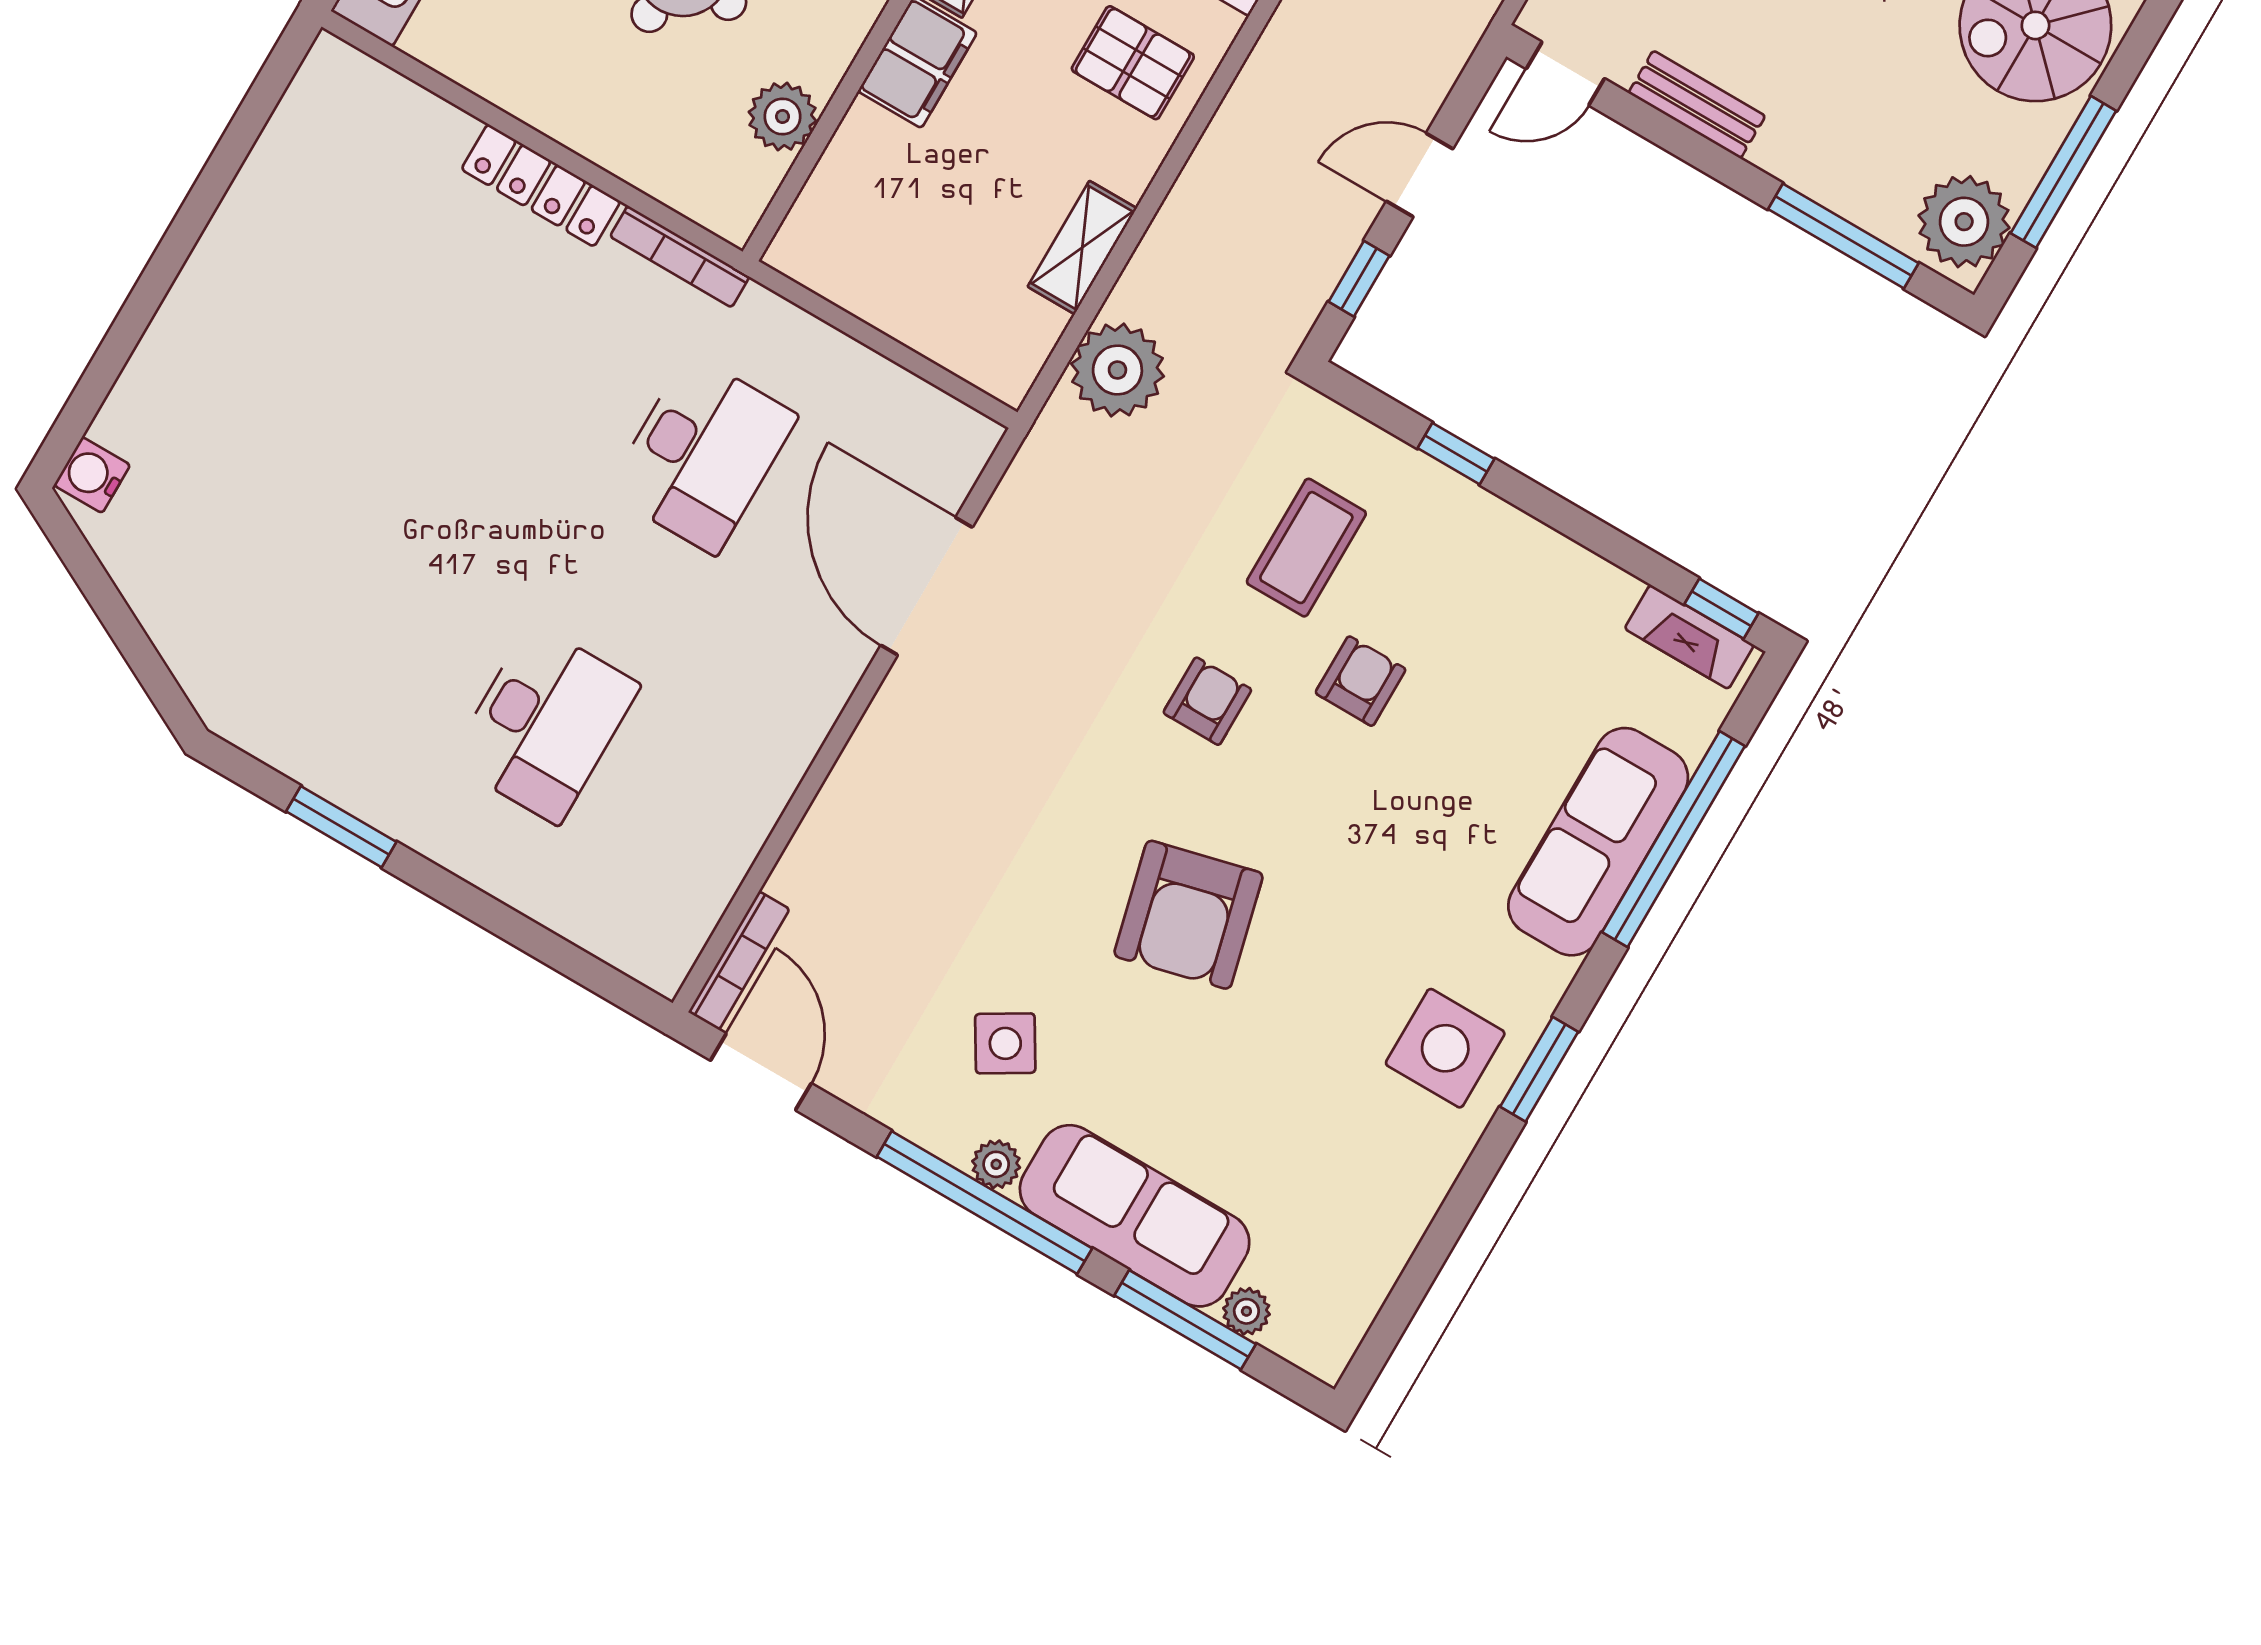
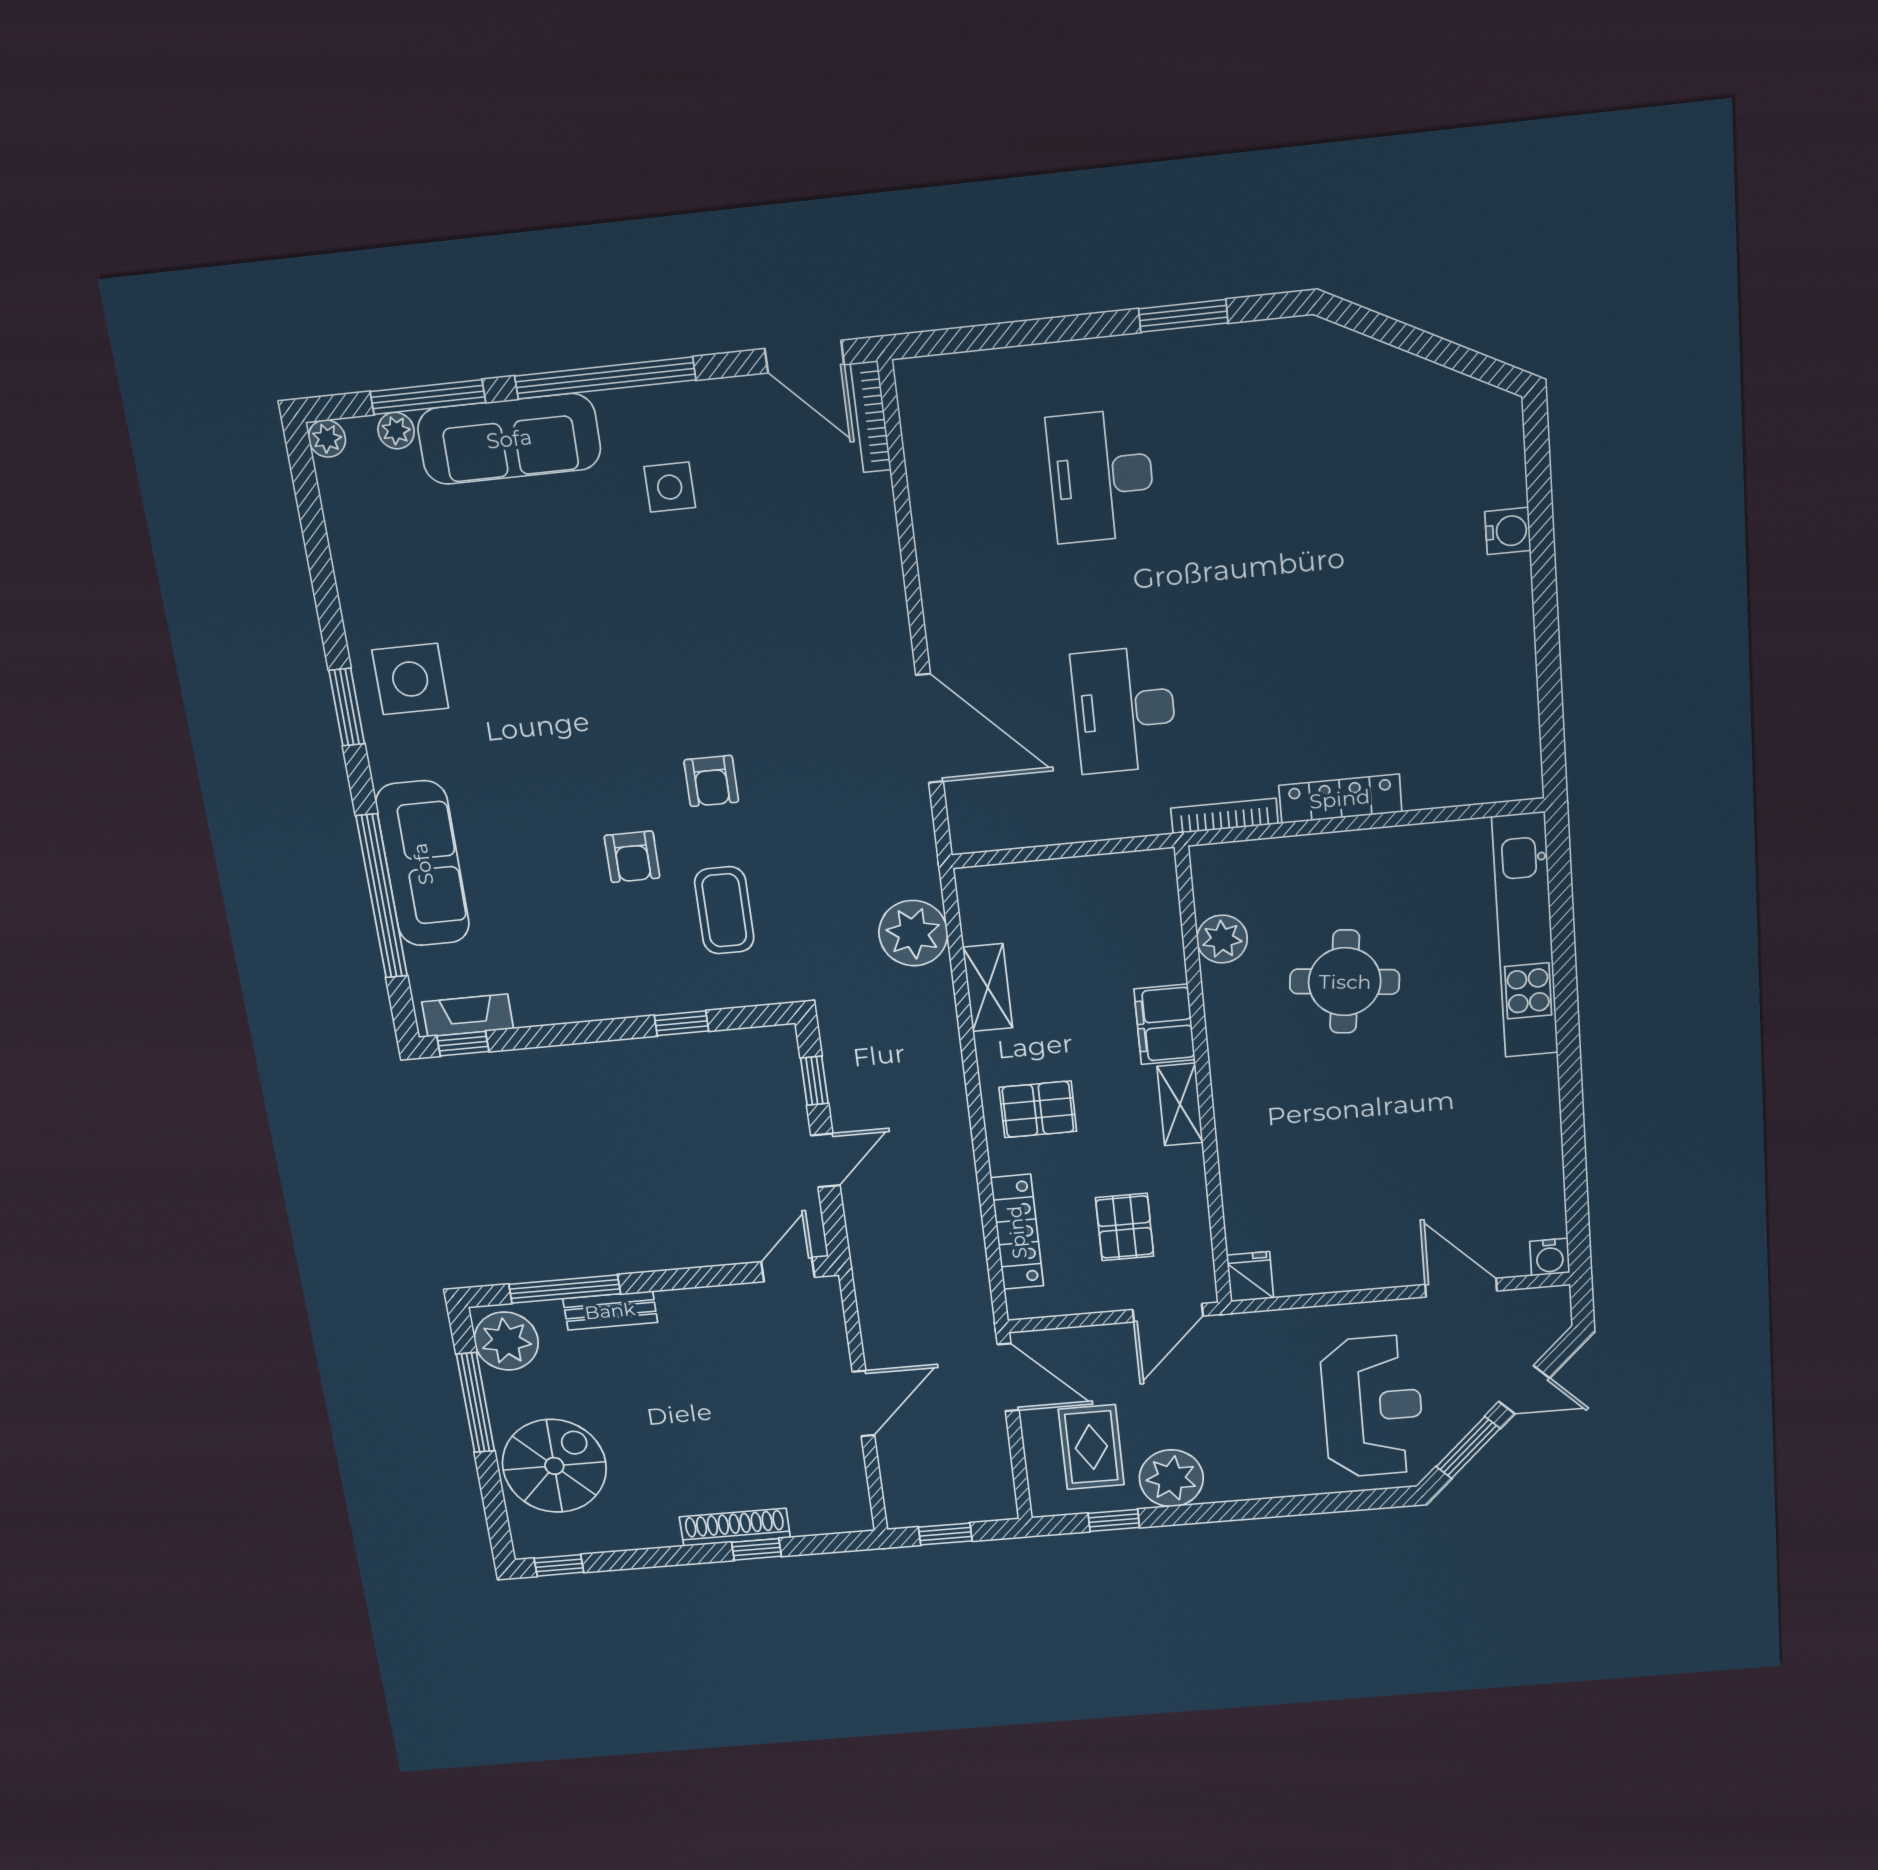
bench: (1697, 104) -> (610, 1311), moved
water cooler: (92, 475) -> (1508, 531), moved
armchair: (1189, 915) -> (622, 647), removed
side table: (1005, 1043) -> (670, 487), turned 31
plant: (996, 1164) -> (327, 438), moved

